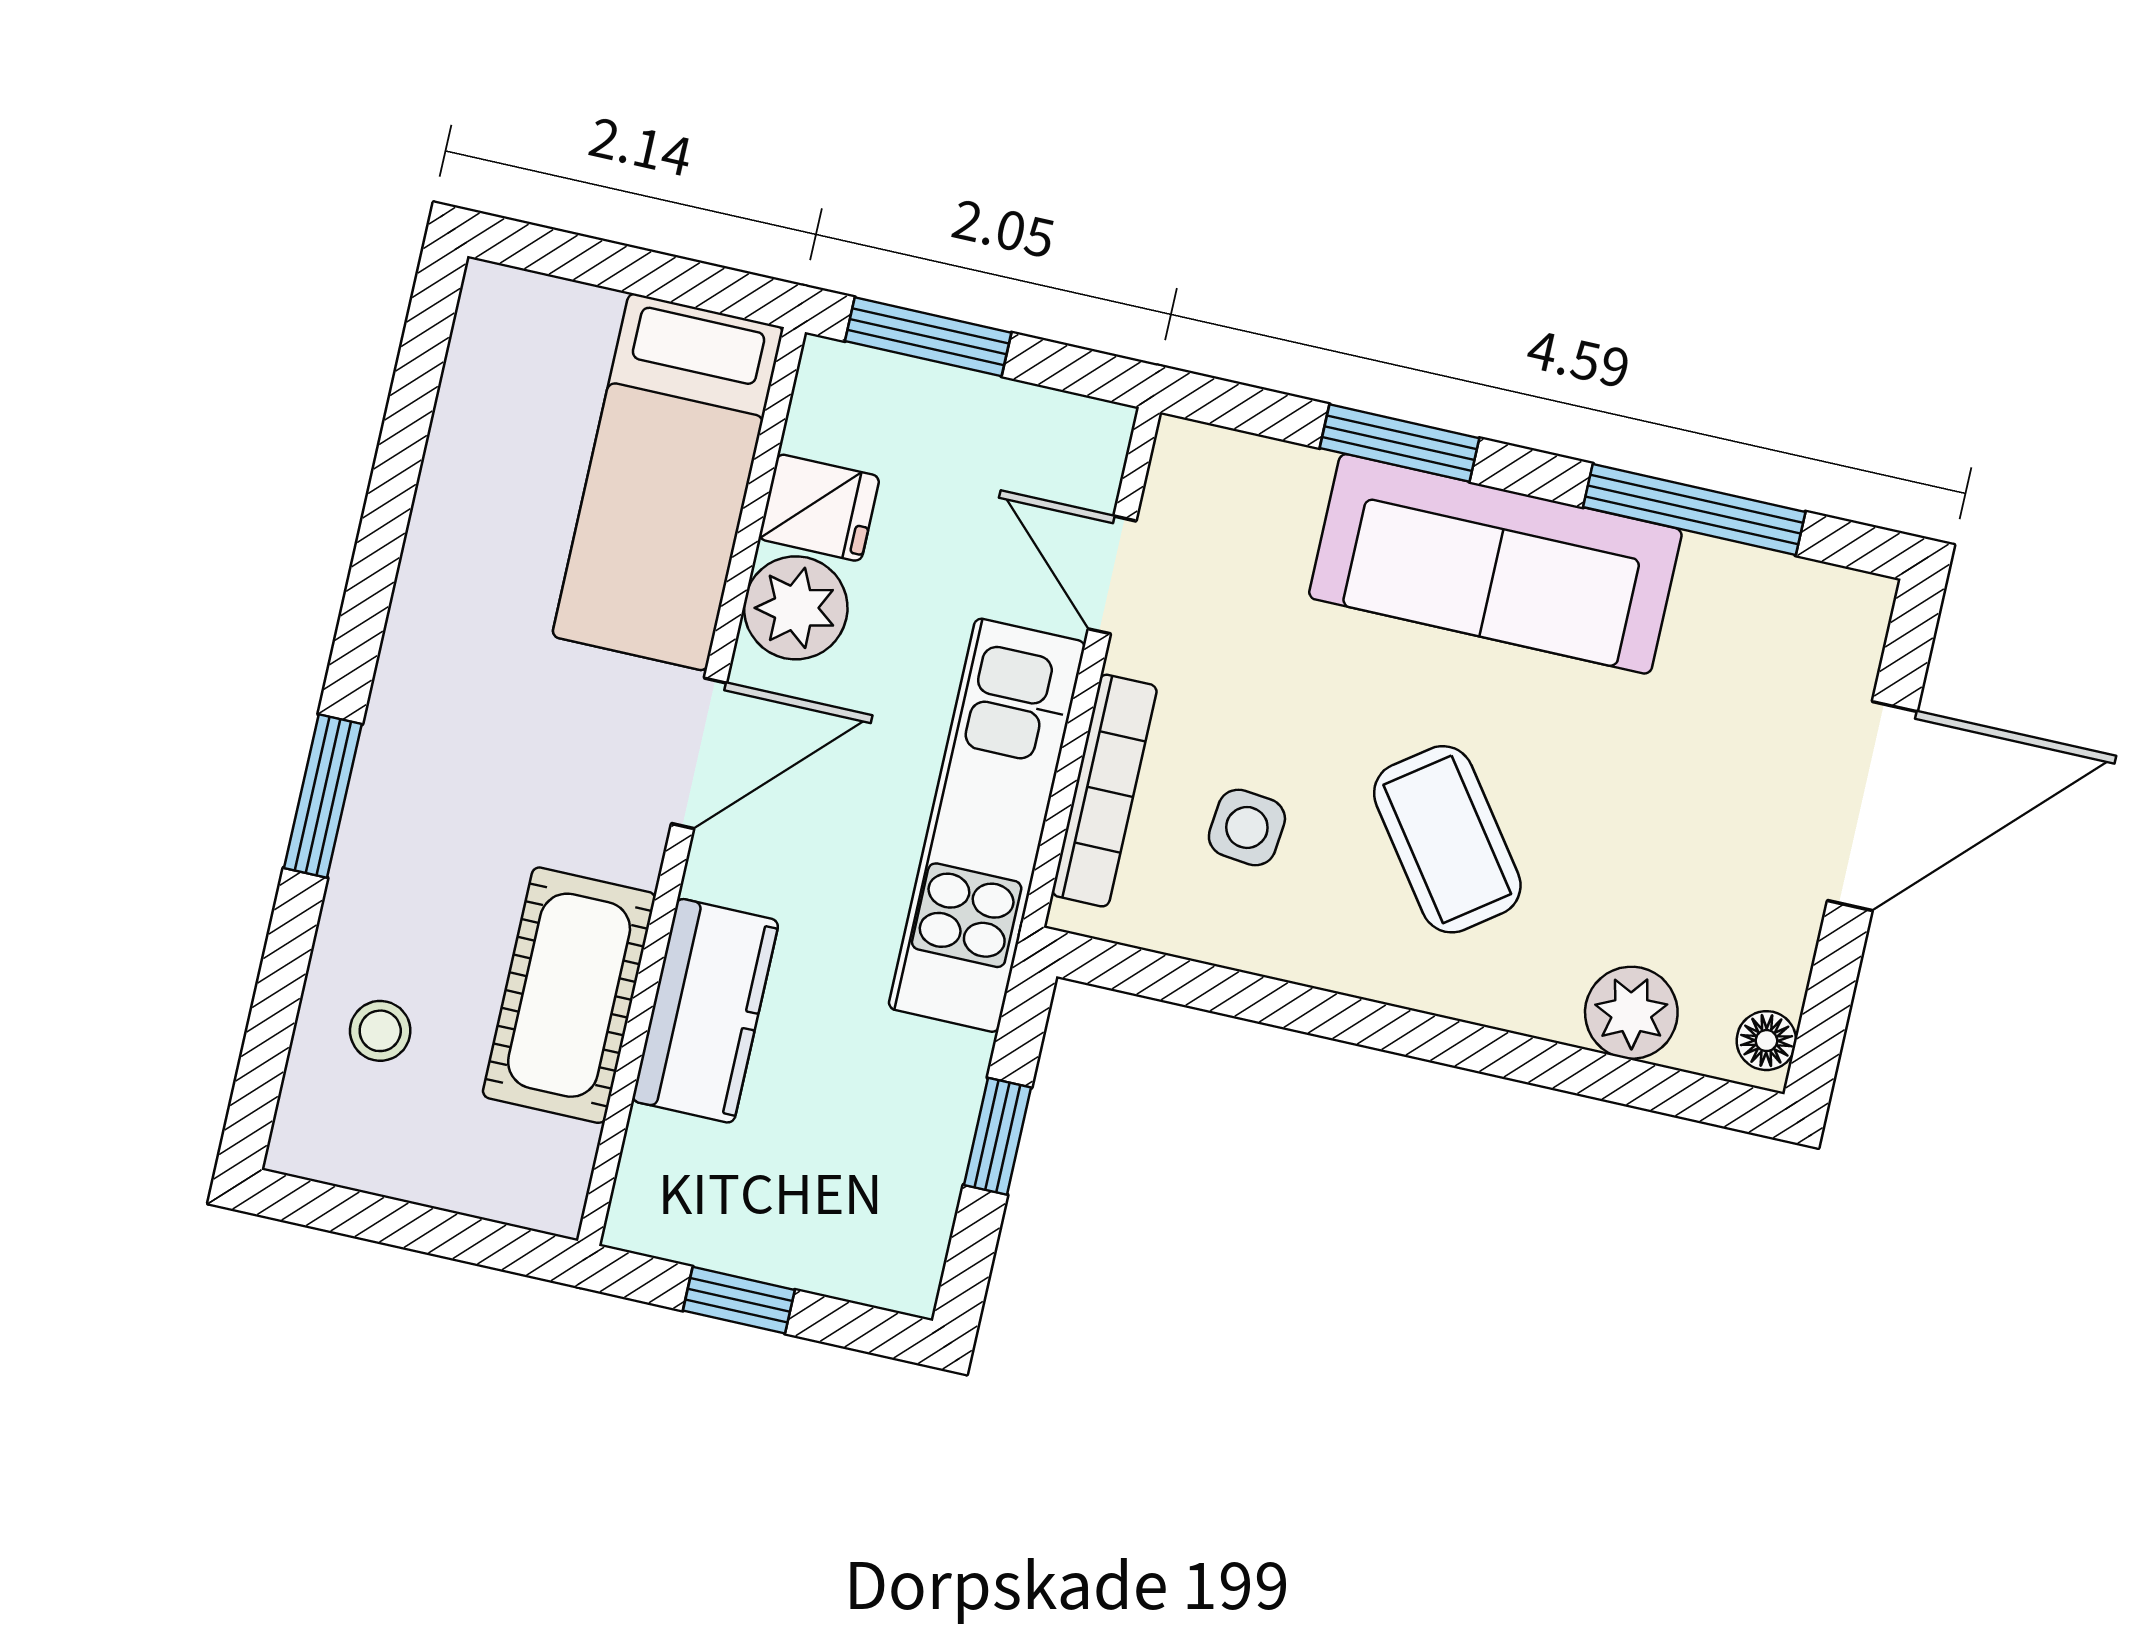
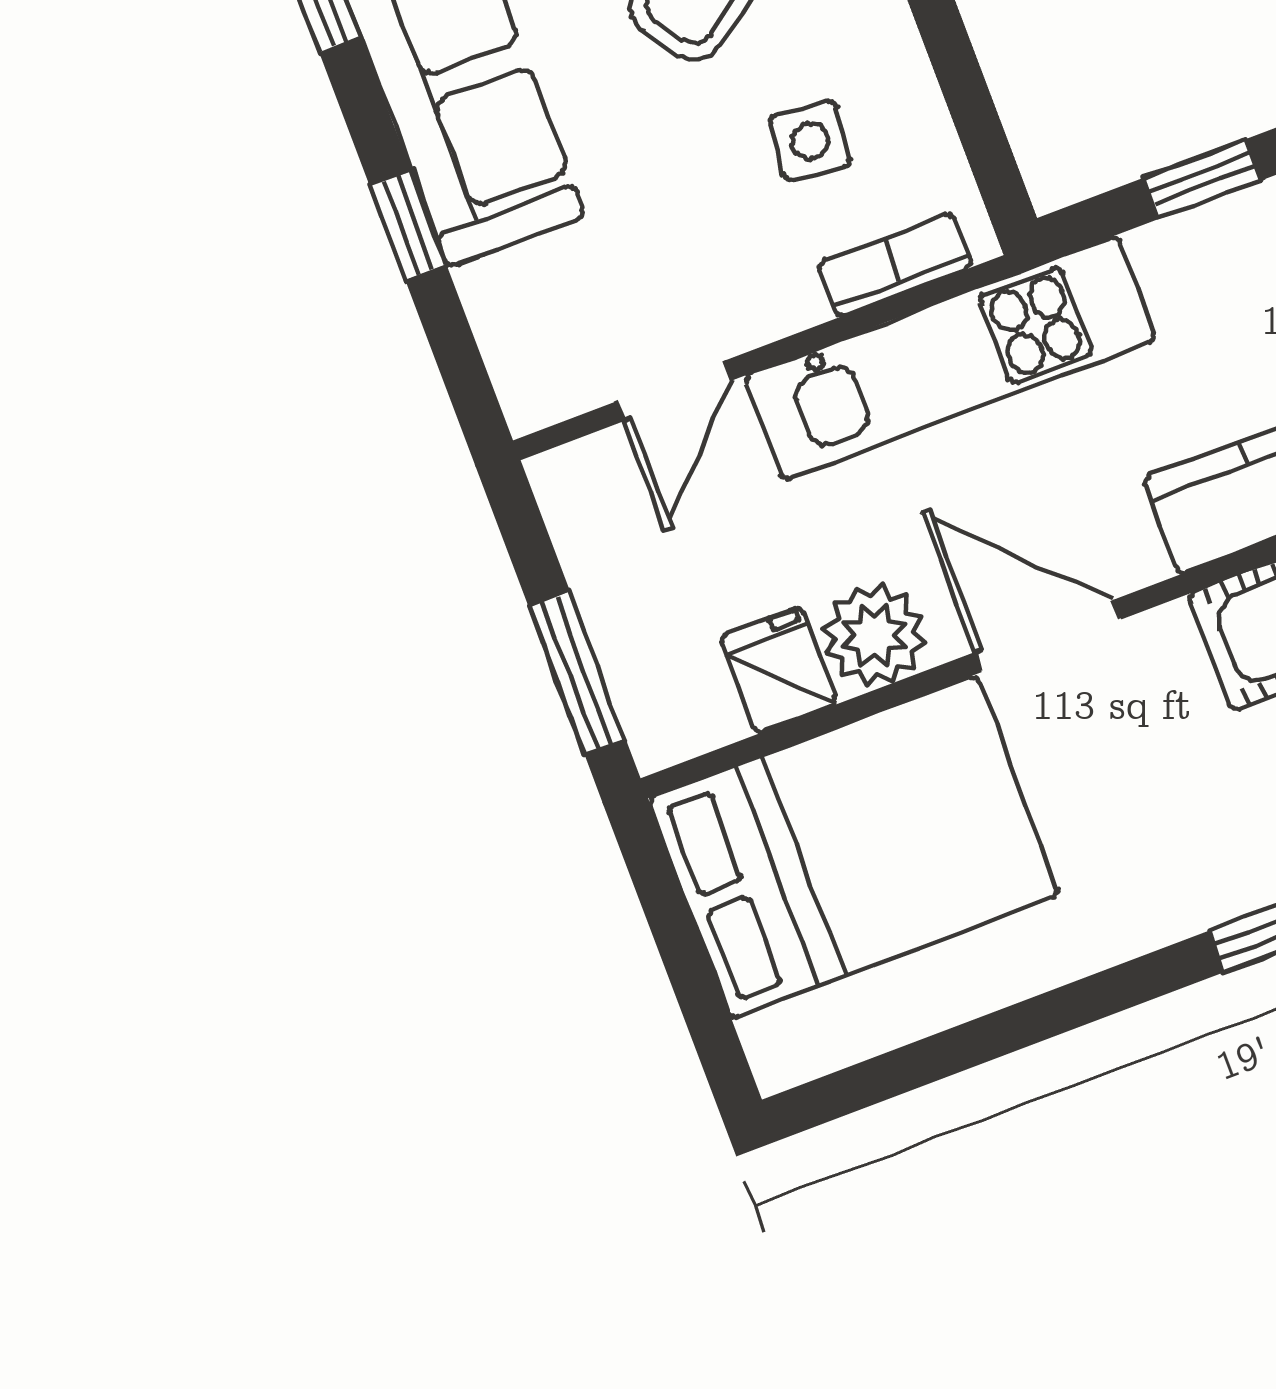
window: (1400, 443) -> (408, 225), width x0.67
bed: (668, 482) -> (854, 847), width x1.50
bookcase: (1104, 791) -> (895, 265), width x0.64

